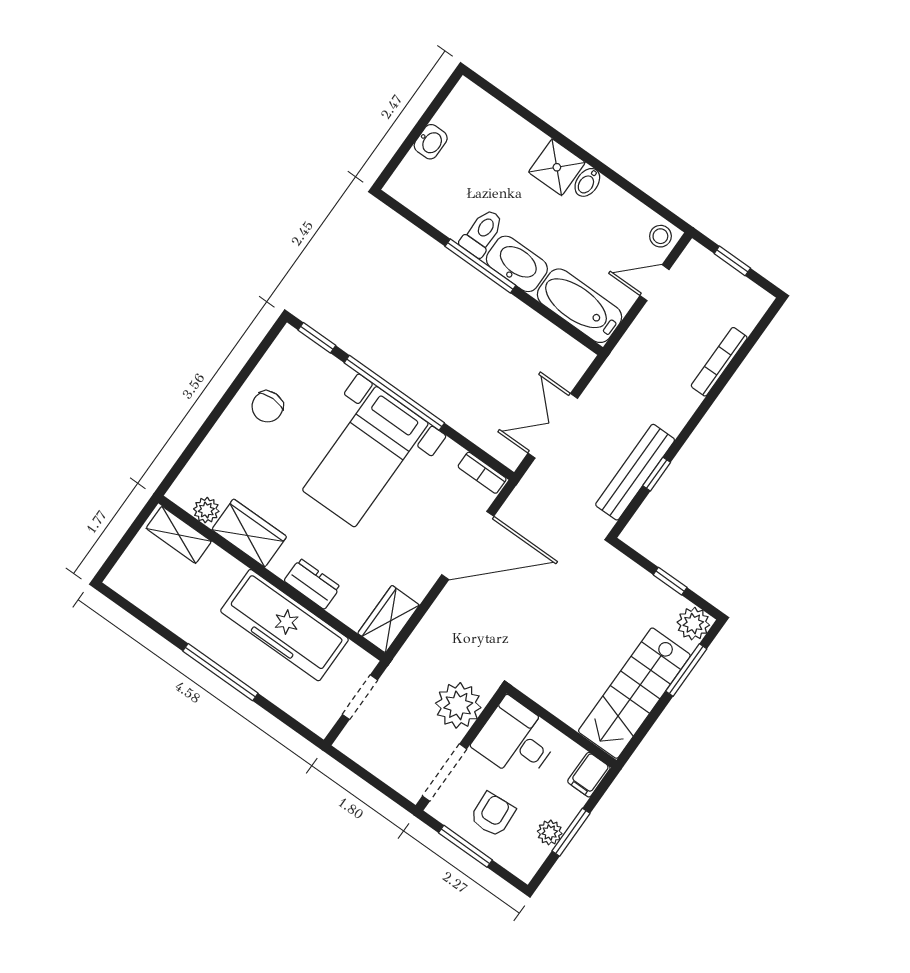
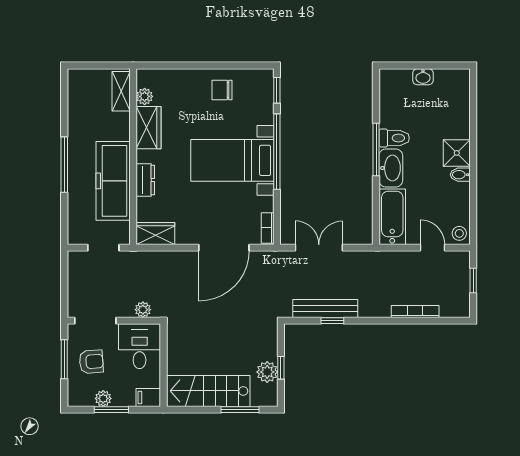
door: (468, 545) -> (224, 248), hinge flipped
plant: (693, 624) -> (267, 372), moved
plant: (458, 705) -> (143, 310), width x0.53, depth x0.53

